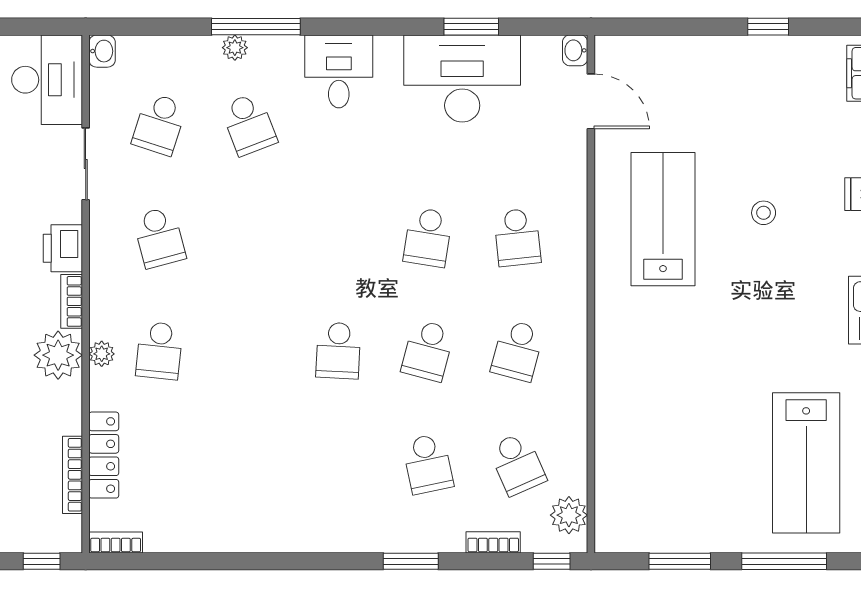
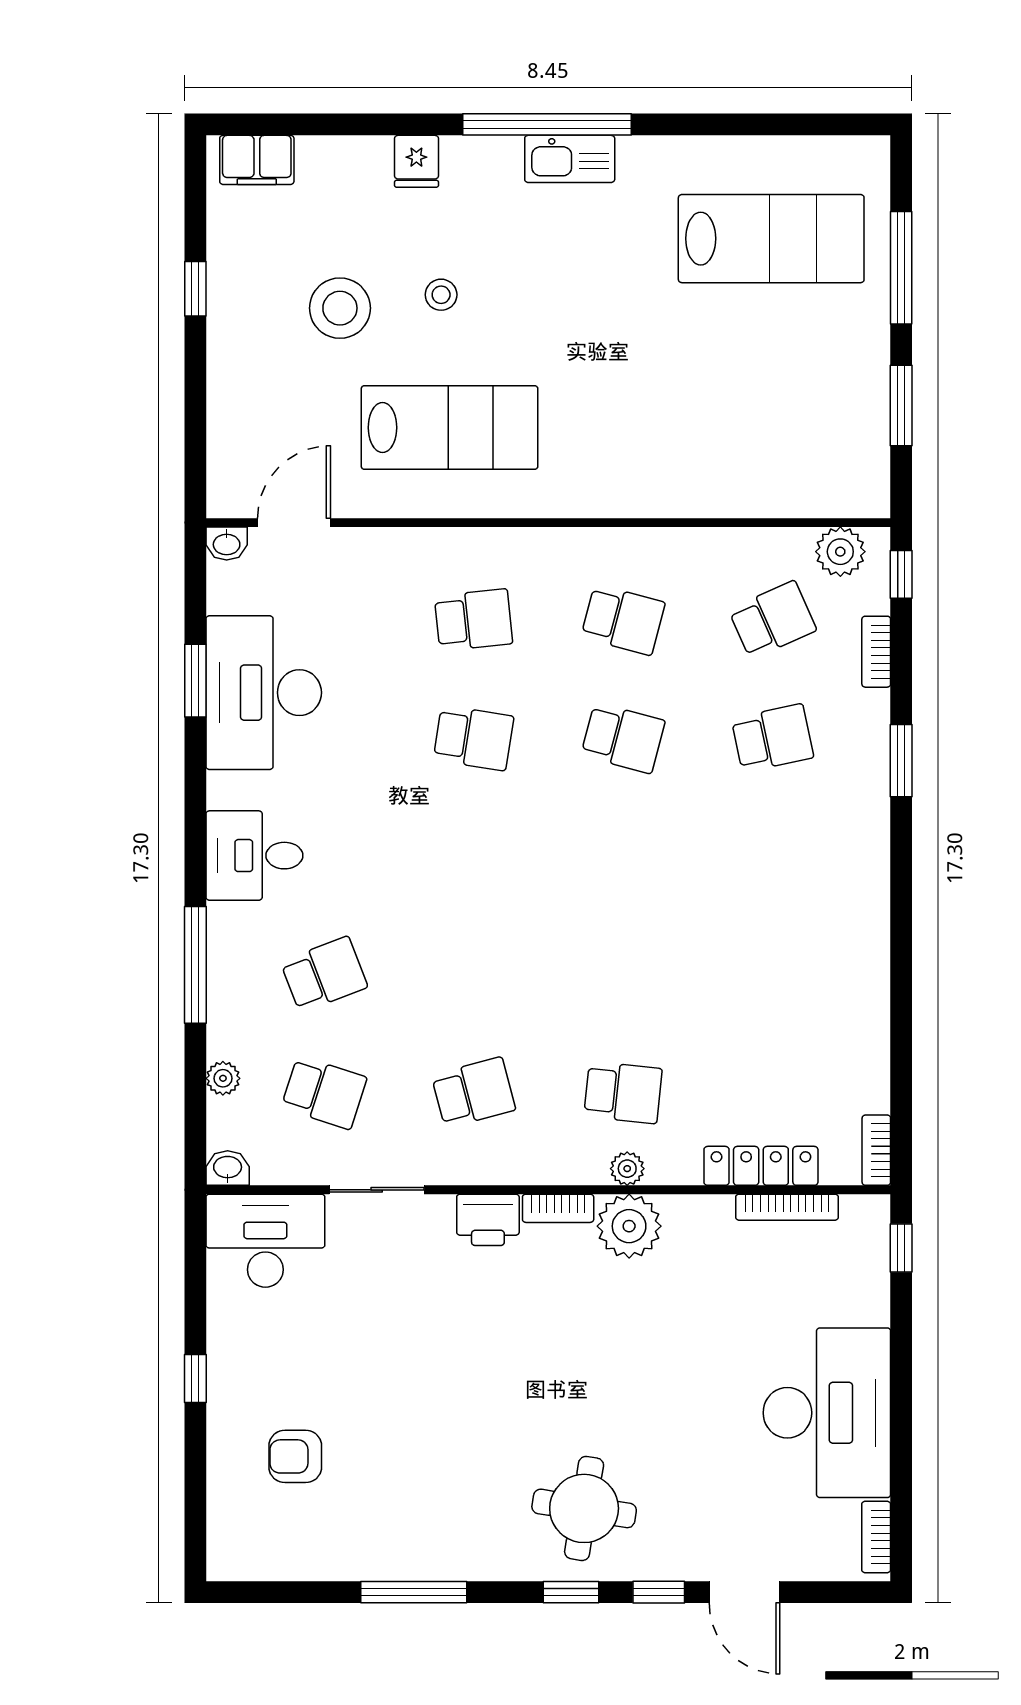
plant: (235, 48) -> (223, 1078), moved
stool: (753, 136) -> (340, 308), added
lab bench: (663, 219) -> (450, 428), turned 180
school desk: (338, 351) -> (623, 856), removed

